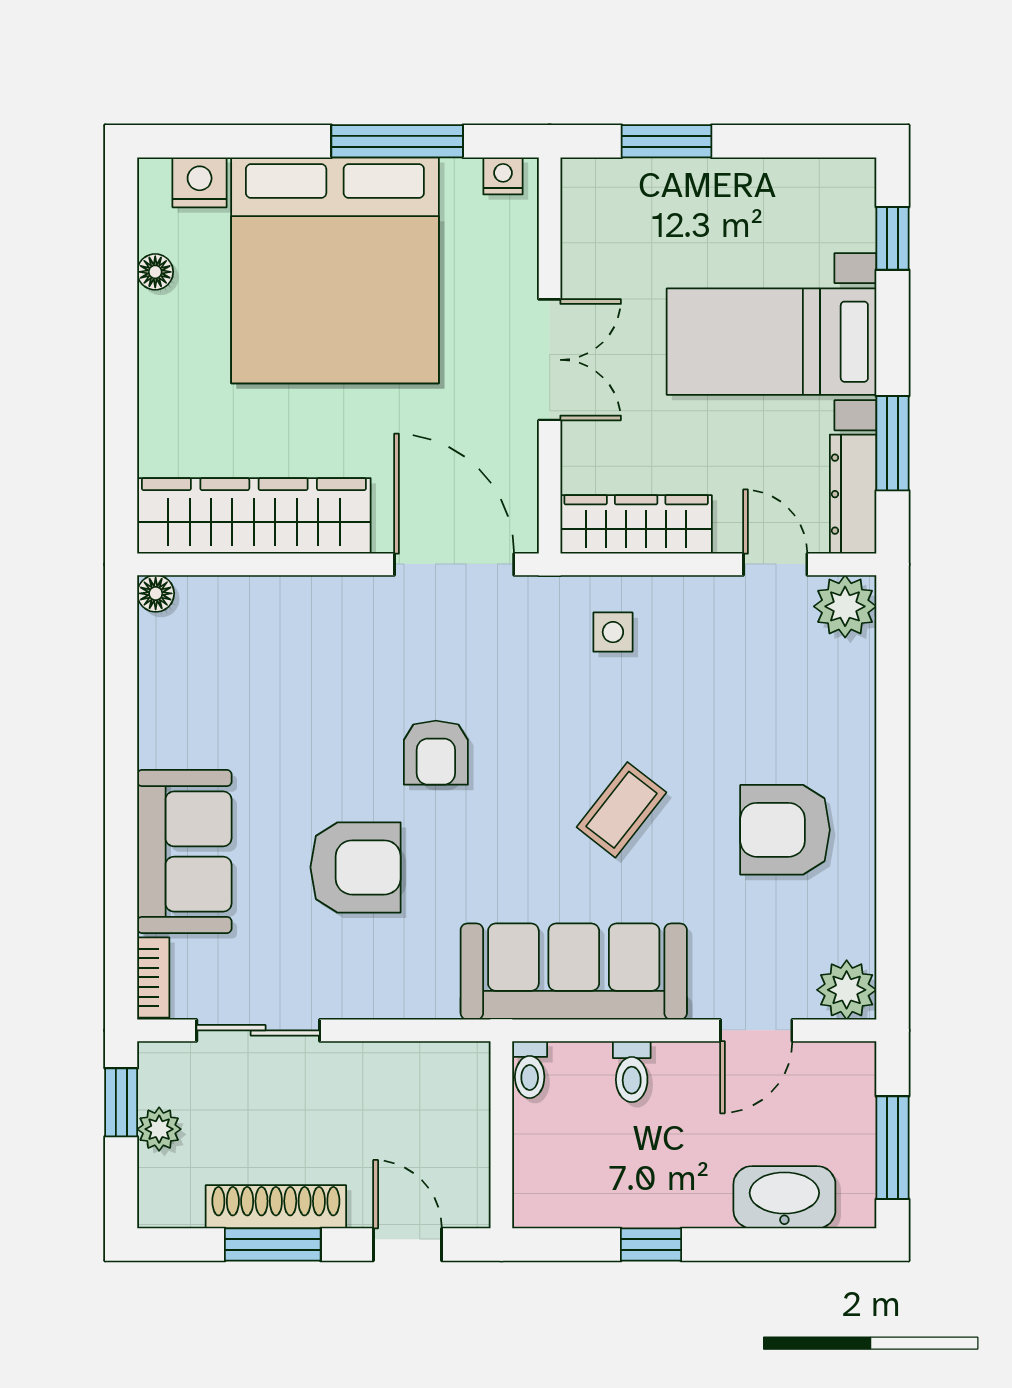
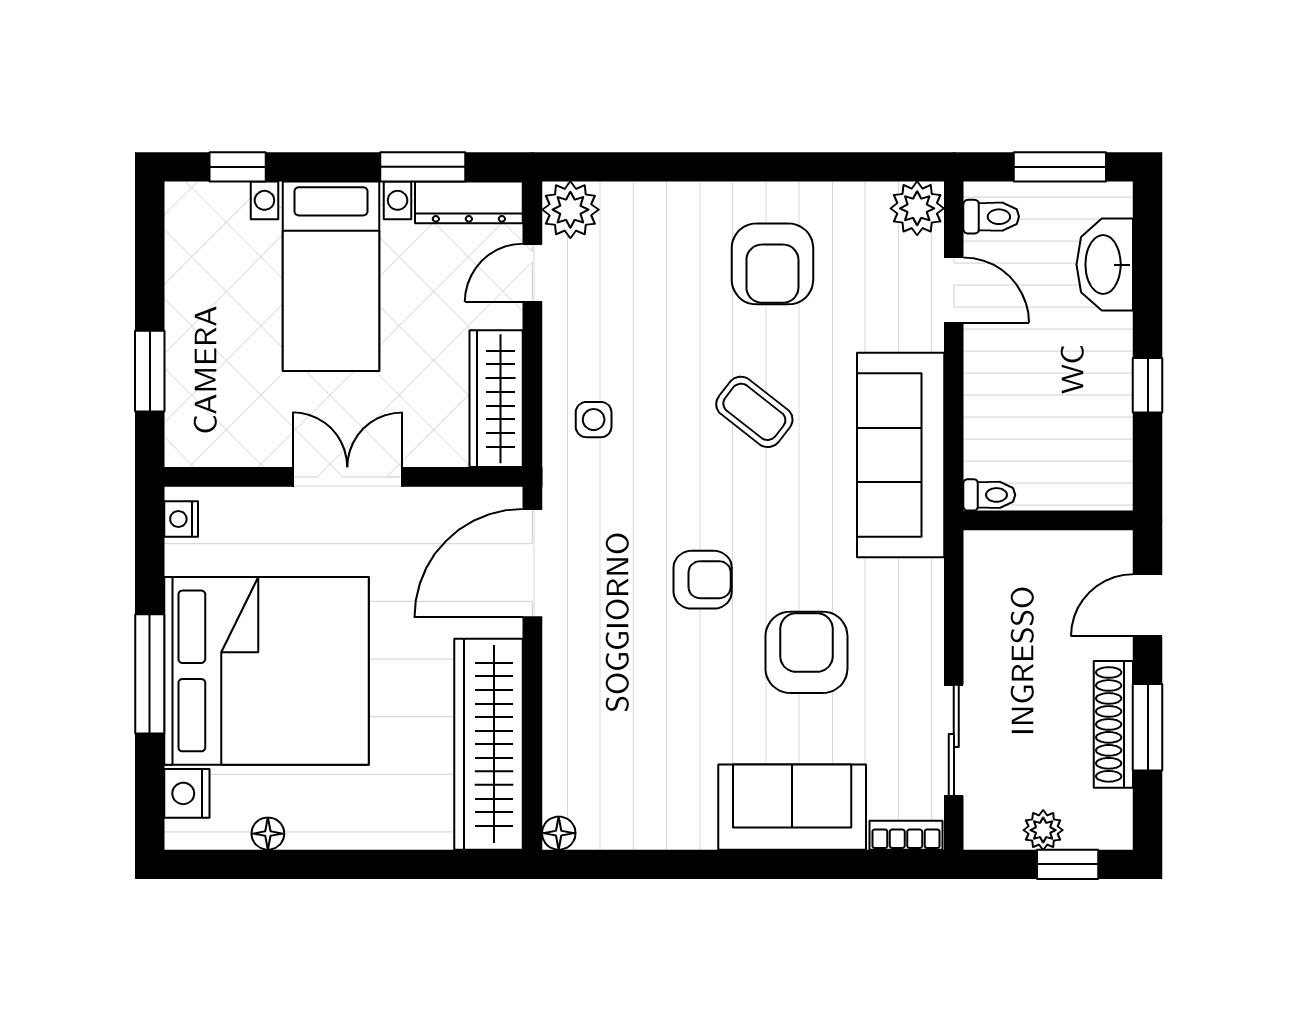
window: (397, 141) -> (150, 674), moved
toilet: (632, 1072) -> (991, 217), moved
window: (121, 1102) -> (1068, 864), moved

